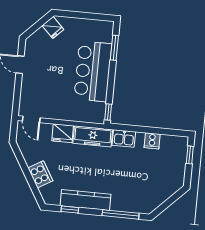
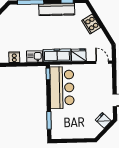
fridge: (53, 27) -> (103, 120), moved
bar counter: (93, 71) -> (62, 88), moved

